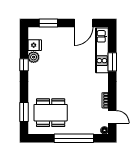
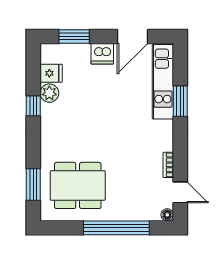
dishwasher: (65, 33) -> (102, 54), added

